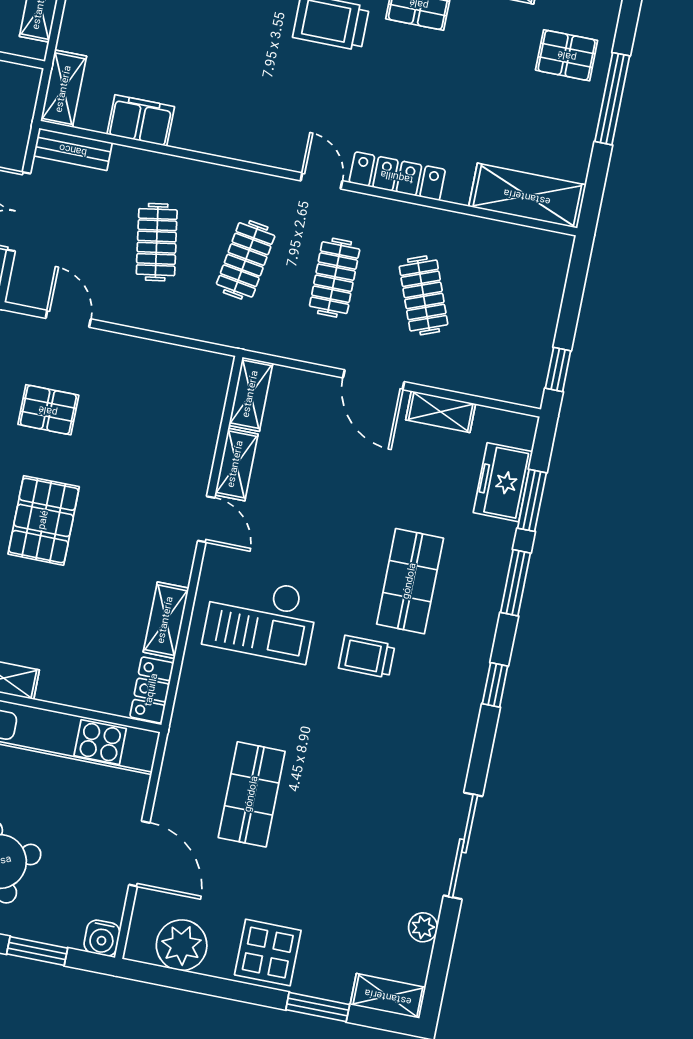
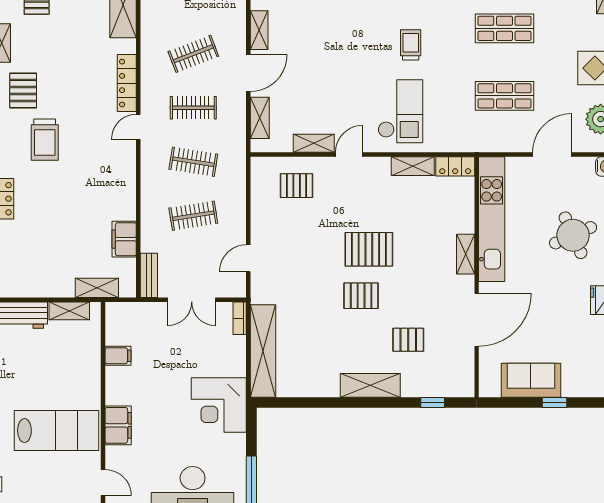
shelving: (64, 89) -> (97, 288), moved
shelving: (251, 394) -> (260, 118), moved, turned 90
pallet: (48, 410) -> (297, 186), moved, turned 90
shop shelf: (410, 581) -> (504, 28), moved
trolley: (367, 657) -> (411, 45), turned 180

